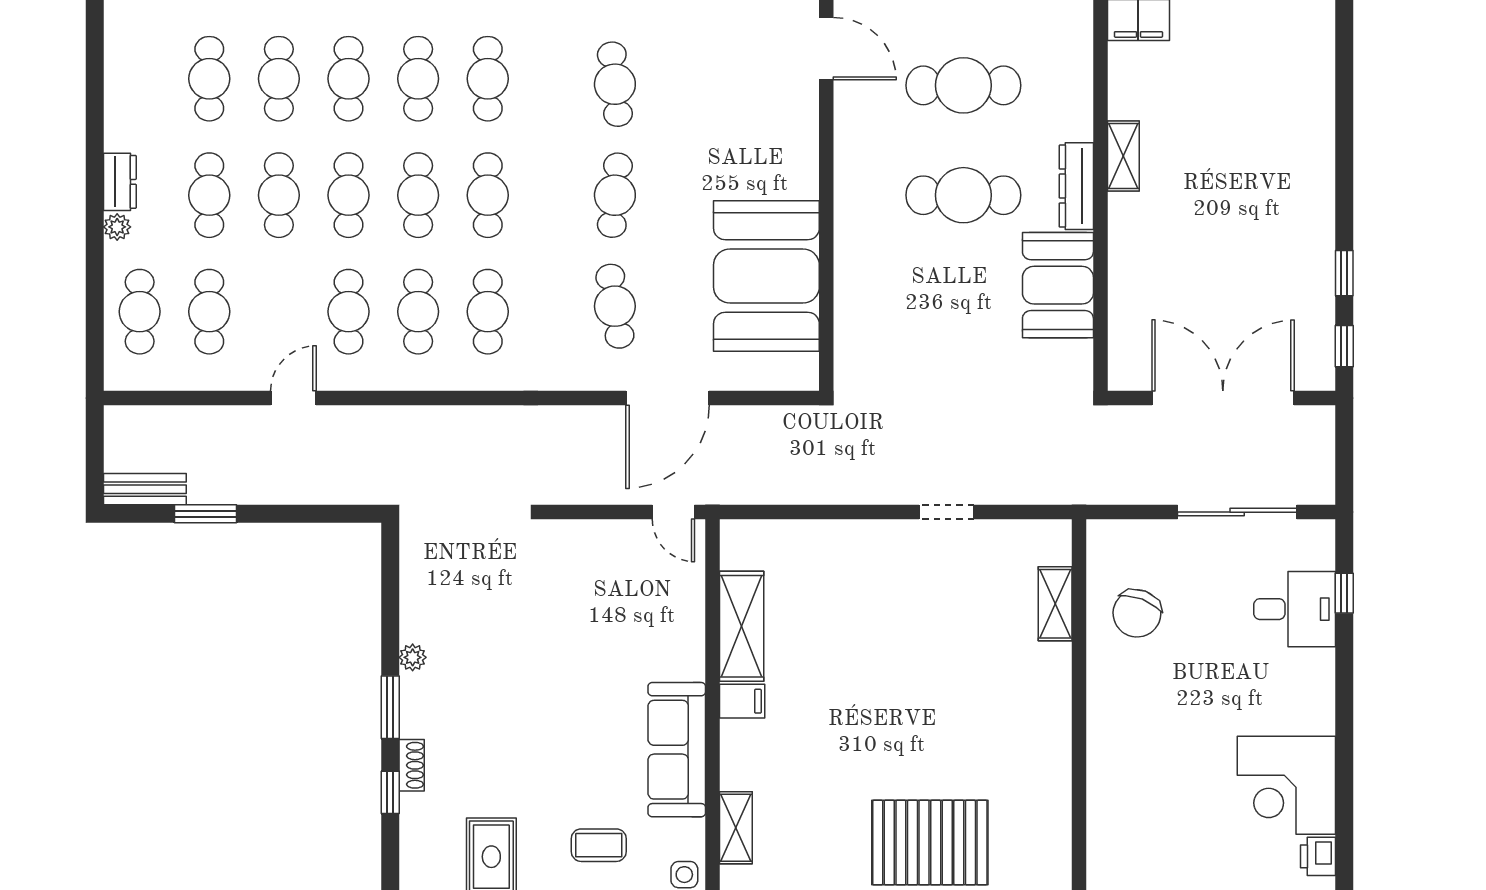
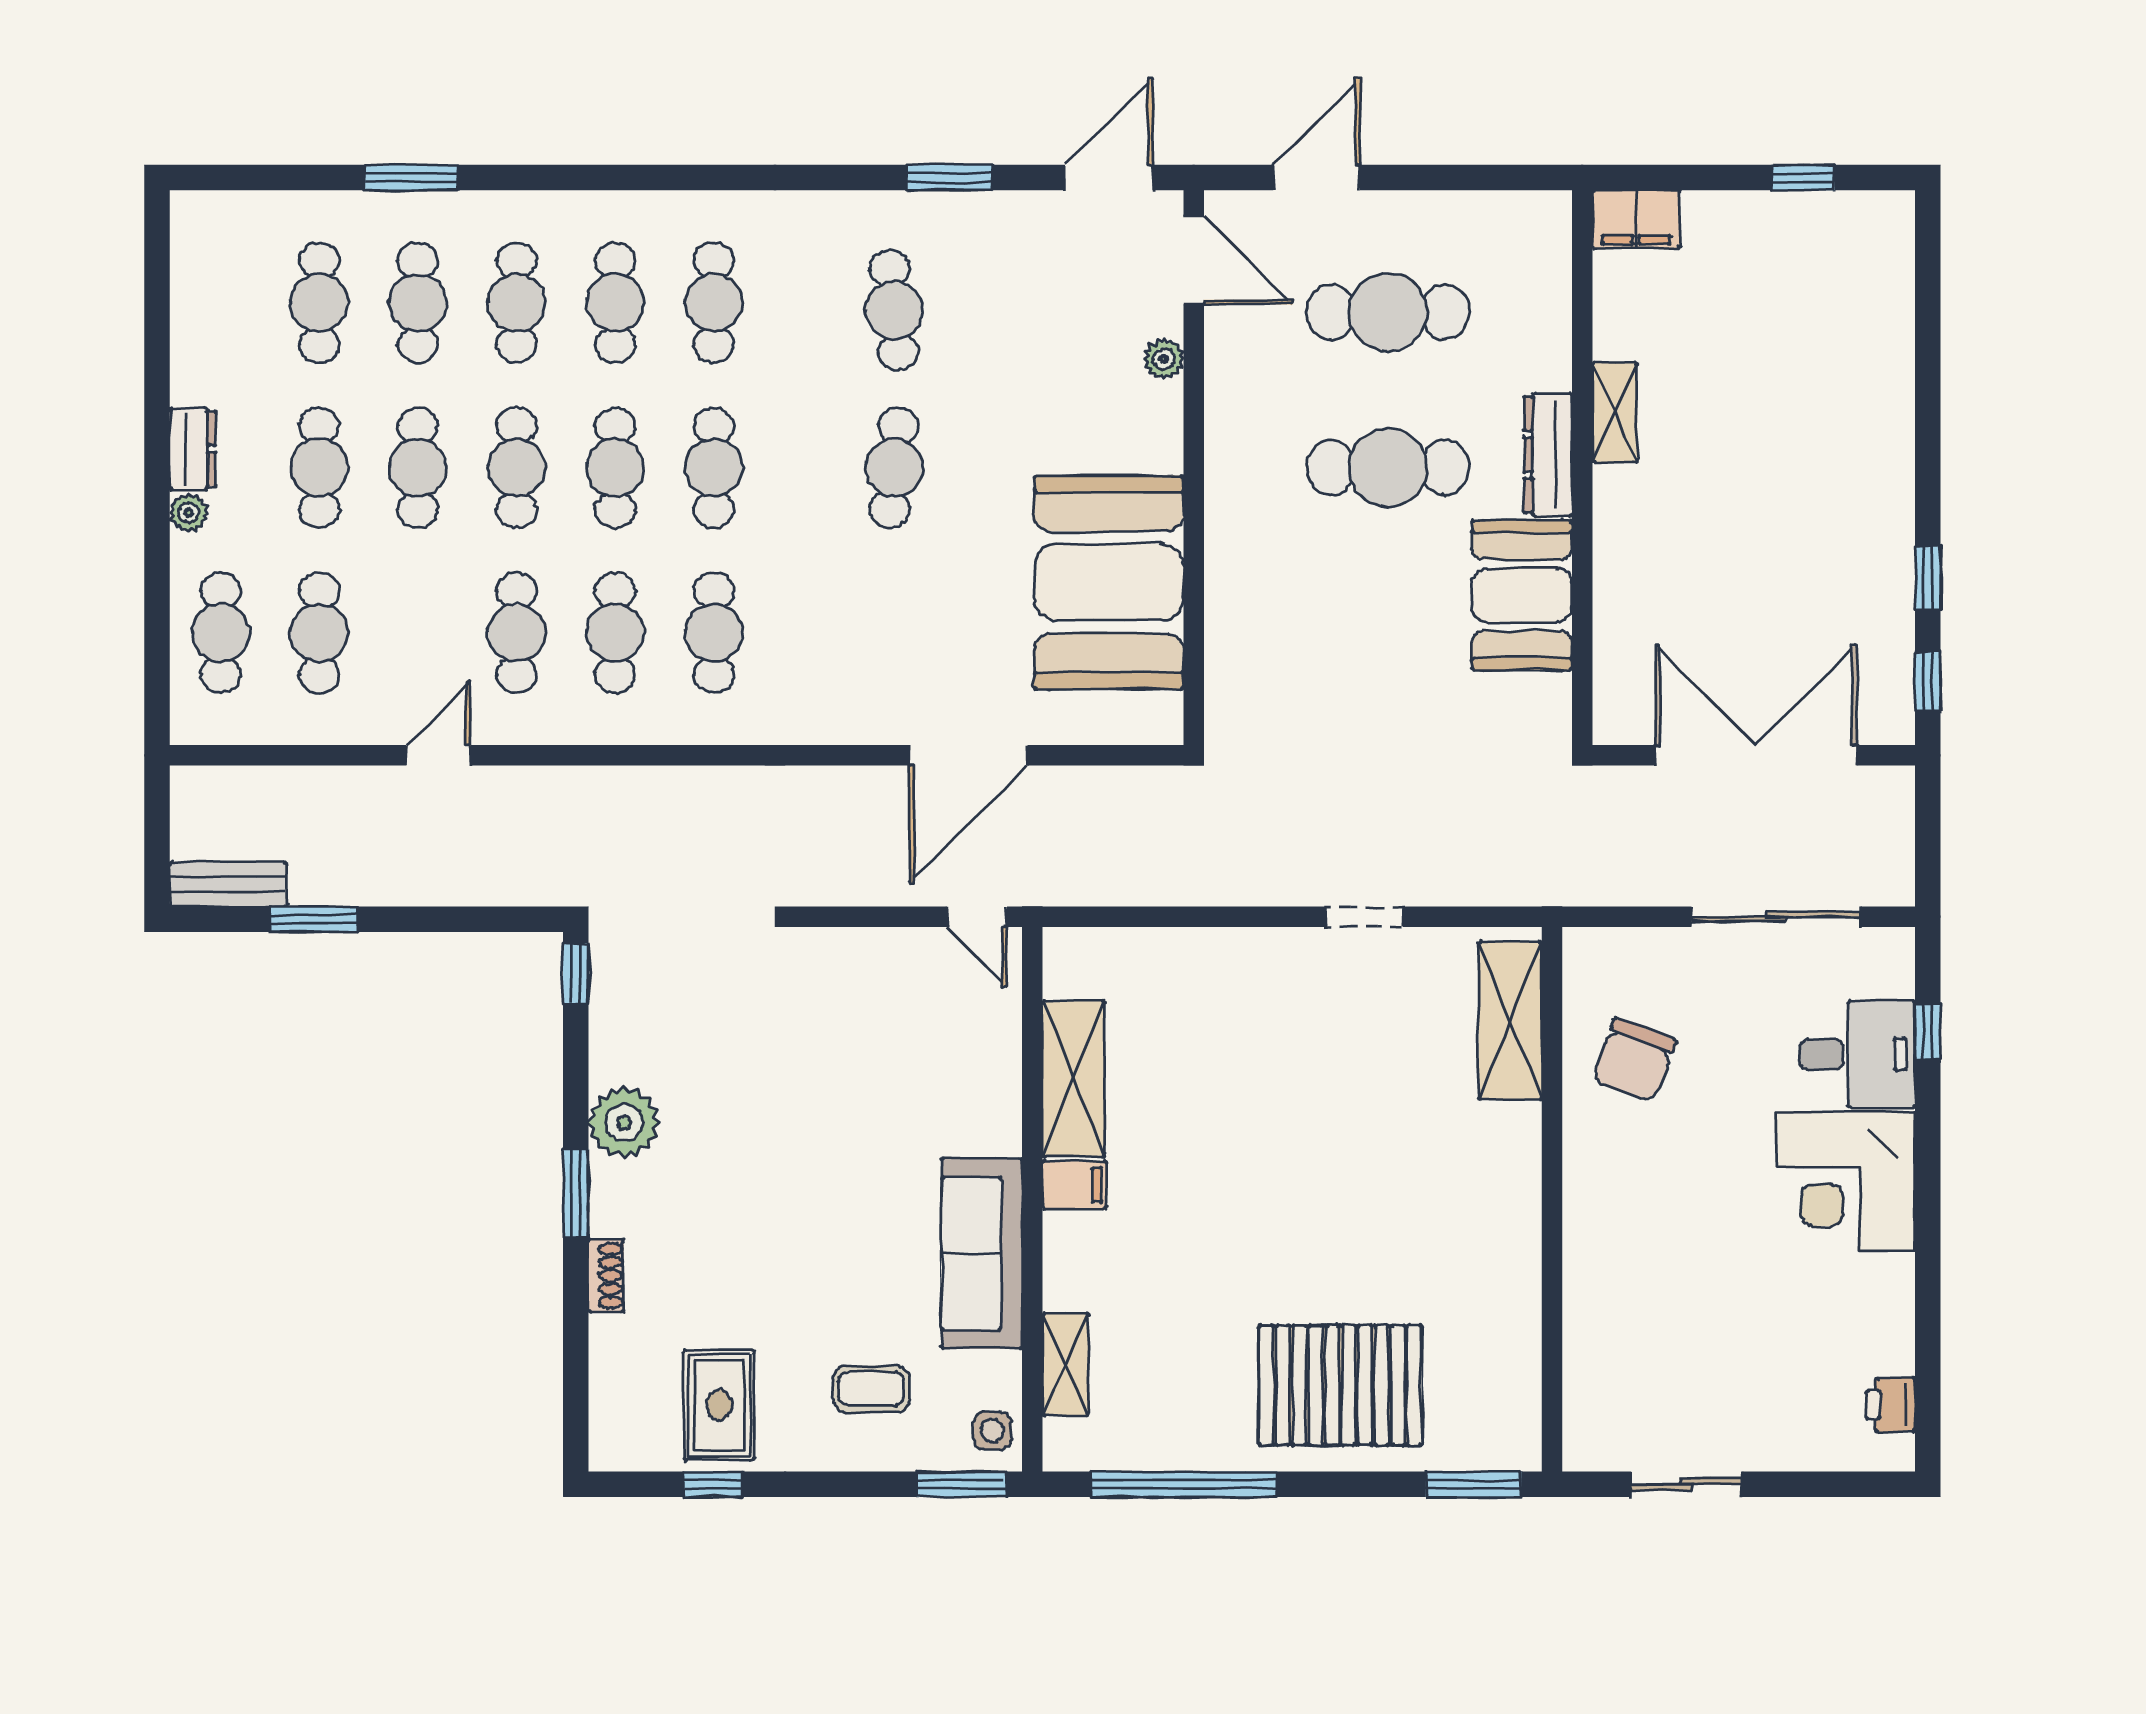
plant: (805, 118) -> (1164, 359), added
cafe table: (615, 306) -> (894, 625), removed
shelving: (1055, 604) -> (1510, 1020), width x1.50, depth x1.33
plant: (413, 657) -> (624, 1123), width x1.88, depth x1.88
corner desk: (1286, 785) -> (1846, 1181), moved
window: (390, 792) -> (576, 973), moved

